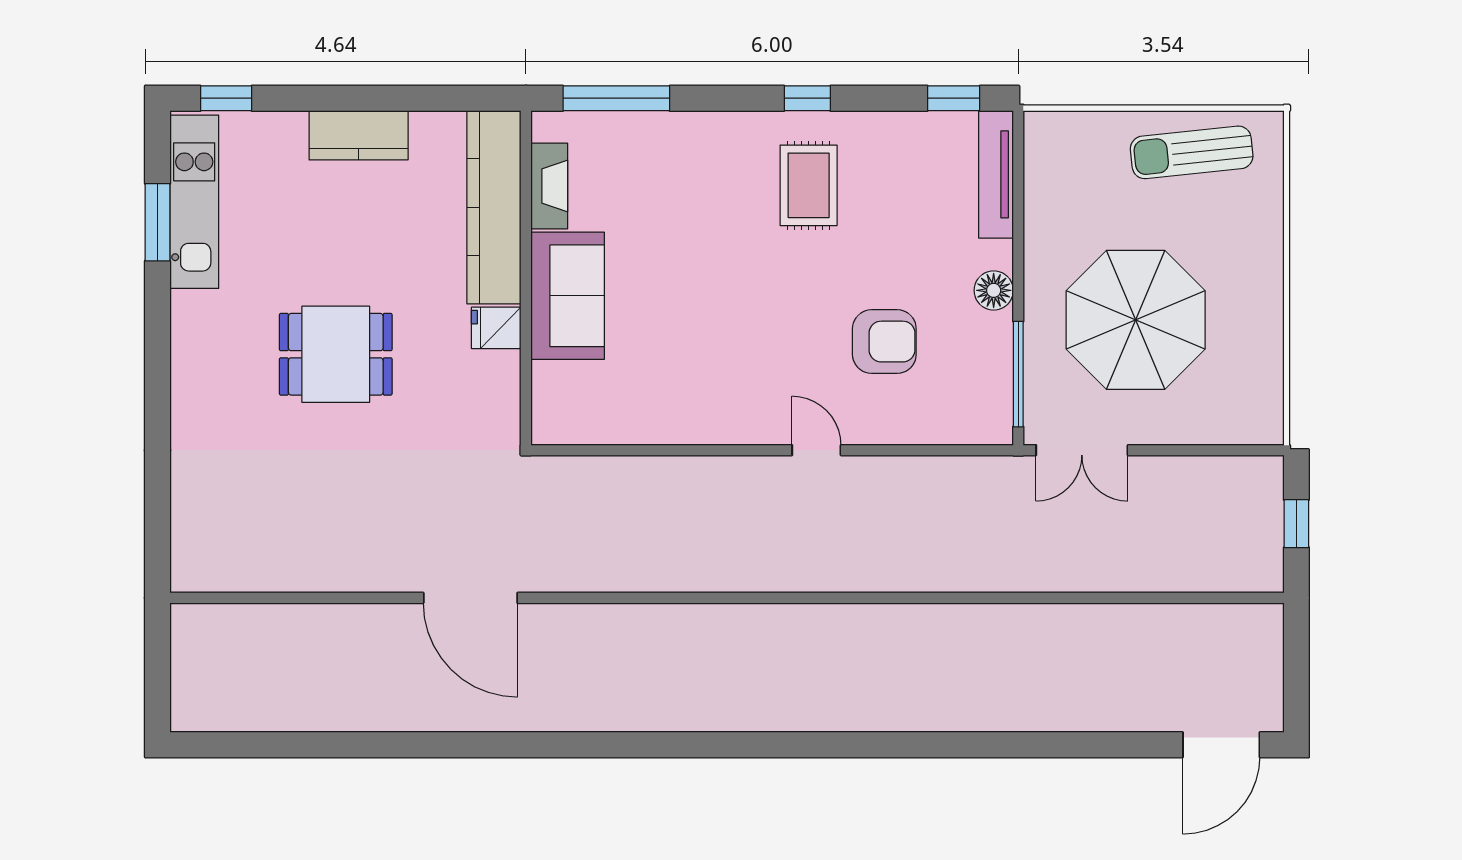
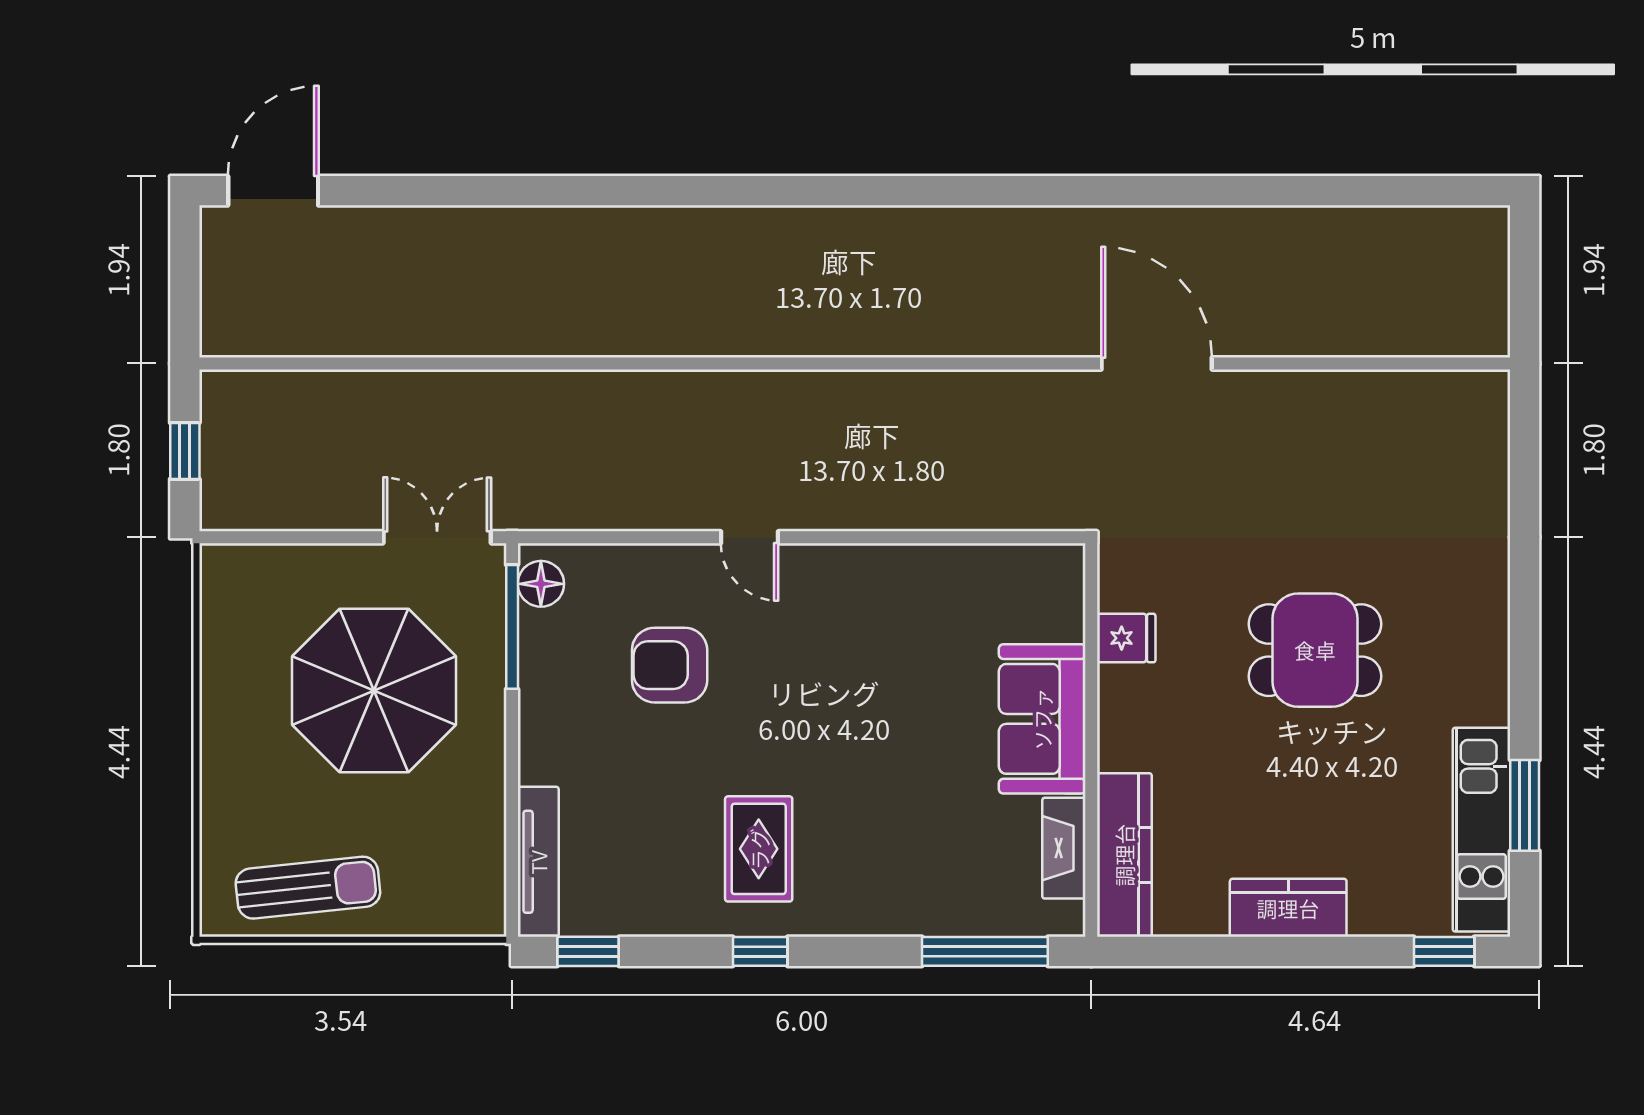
kitchen counter: (494, 207) -> (1124, 855), width x0.72, depth x0.86
floor lamp: (994, 290) -> (541, 584), moved
fridge: (496, 328) -> (1126, 638), moved

